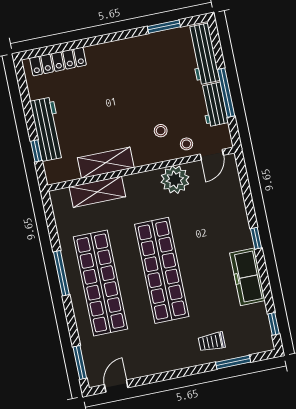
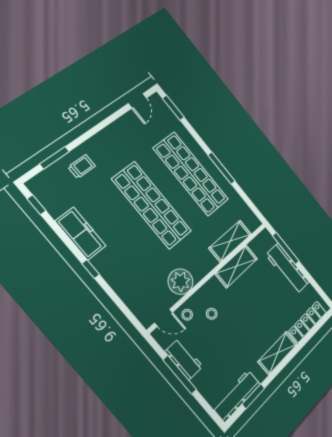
shelving: (112, 51) -> (278, 353), added
workbench: (203, 54) -> (237, 396), moved, turned -90
window: (36, 151) -> (286, 248), width x2.17
door: (212, 155) -> (163, 318), swing flipped

